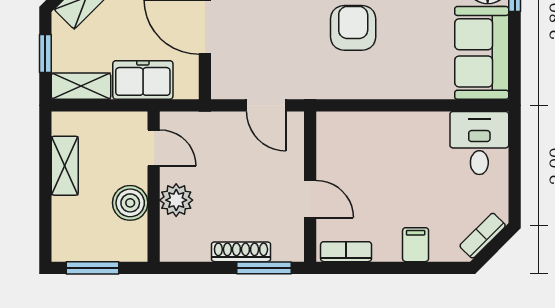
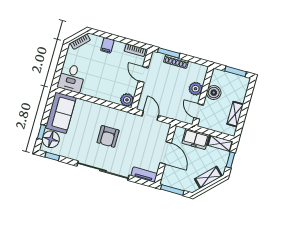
plant: (332, 128) -> (127, 100), added

